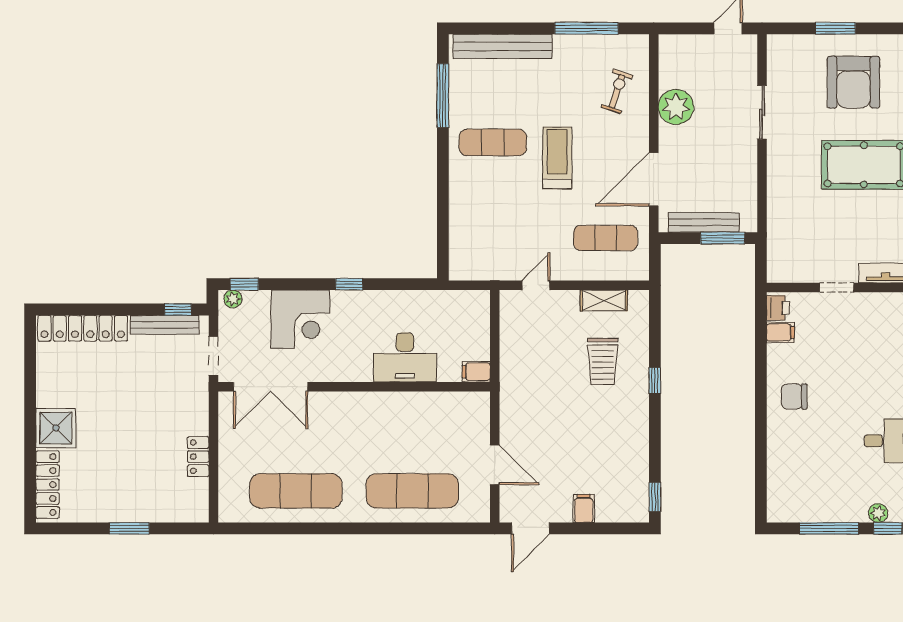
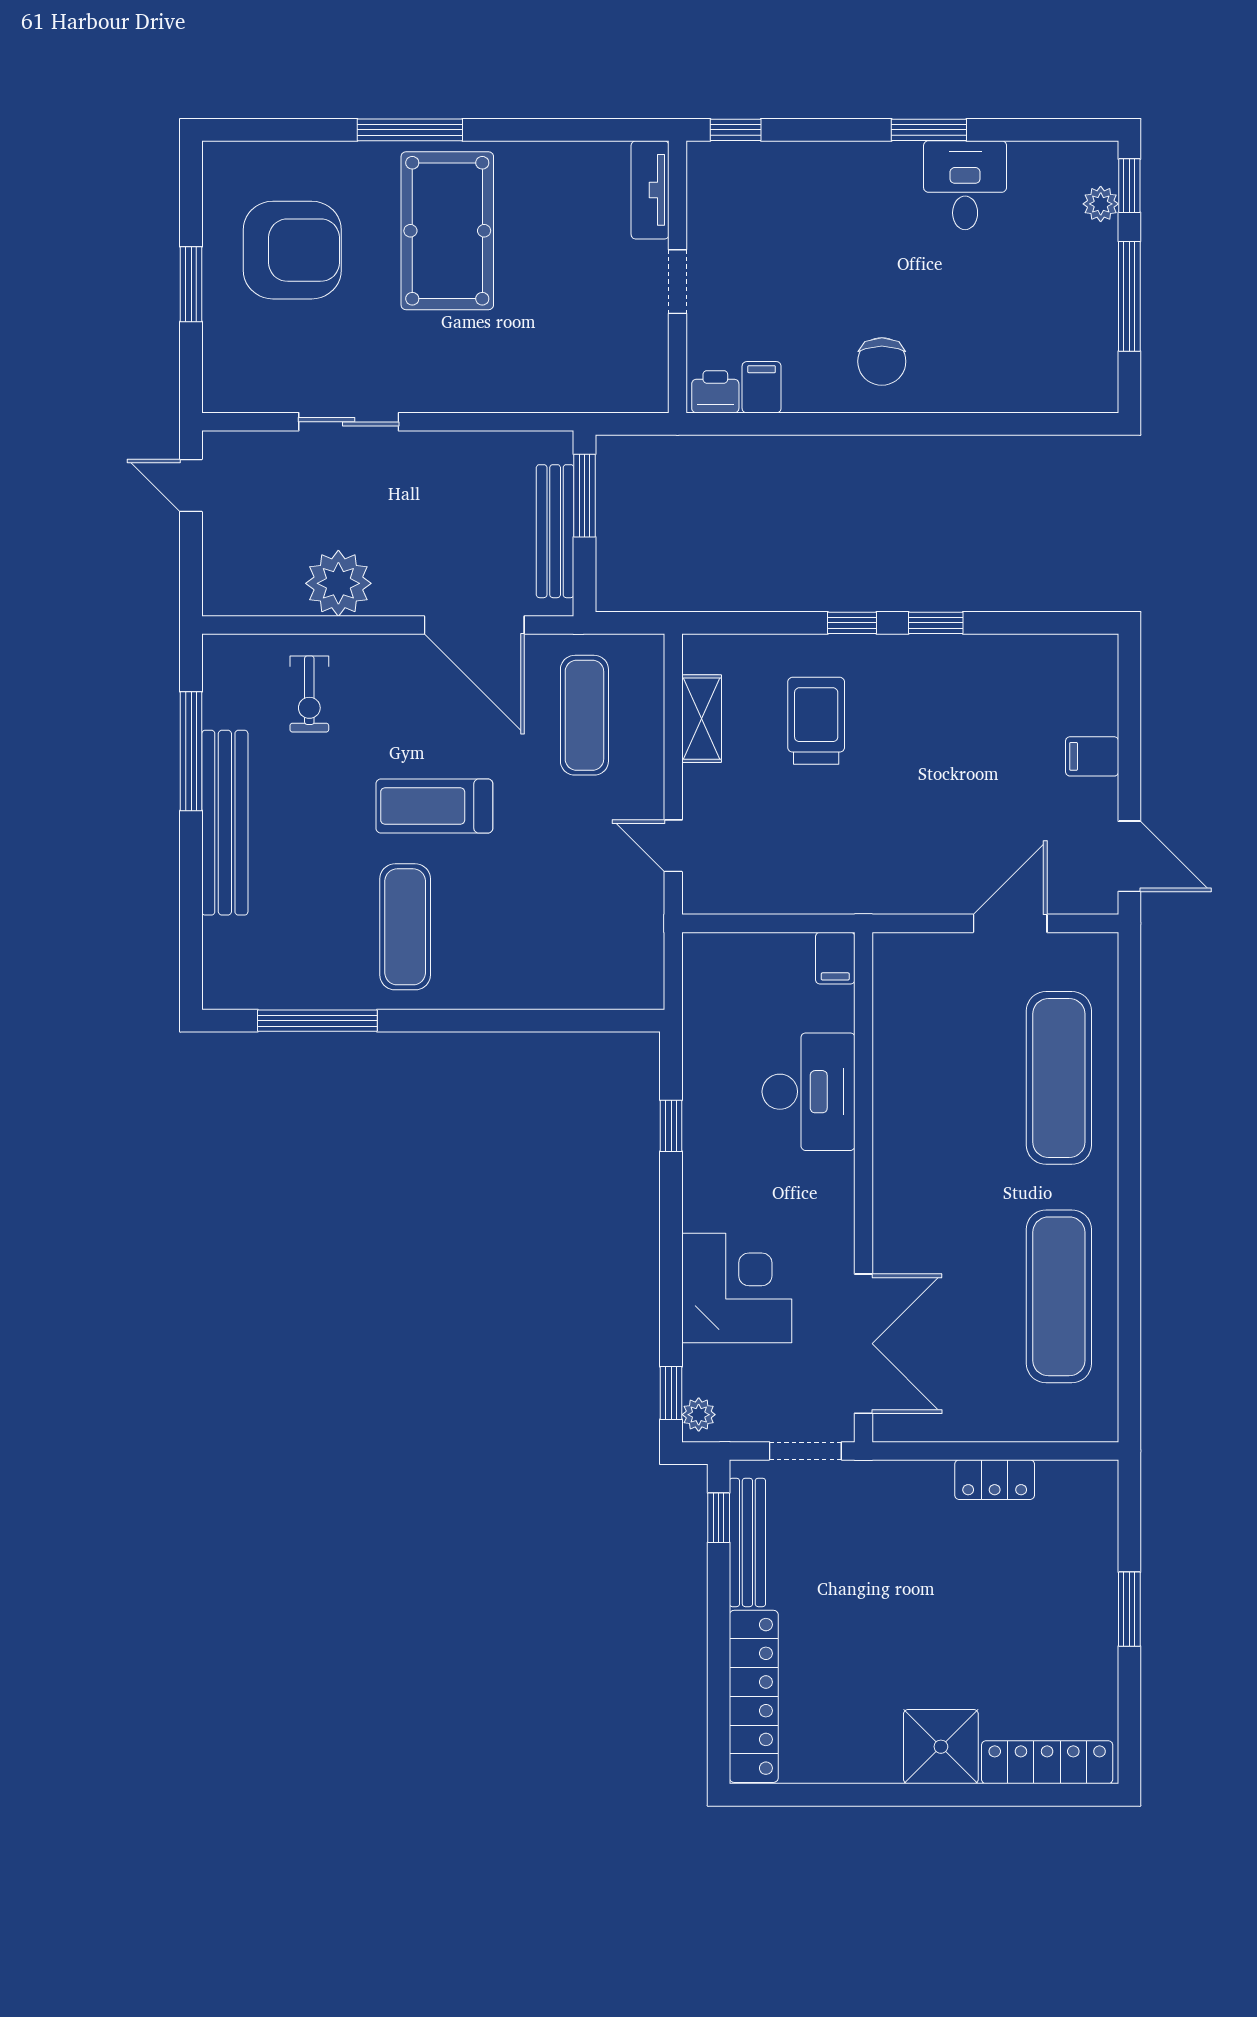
bench: (503, 46) -> (225, 823), moved
exercise bike: (617, 91) -> (309, 694), turned -108
window: (349, 284) -> (671, 1126), moved
trolley: (603, 361) -> (816, 721), turned -90
window: (655, 497) -> (936, 623), moved

